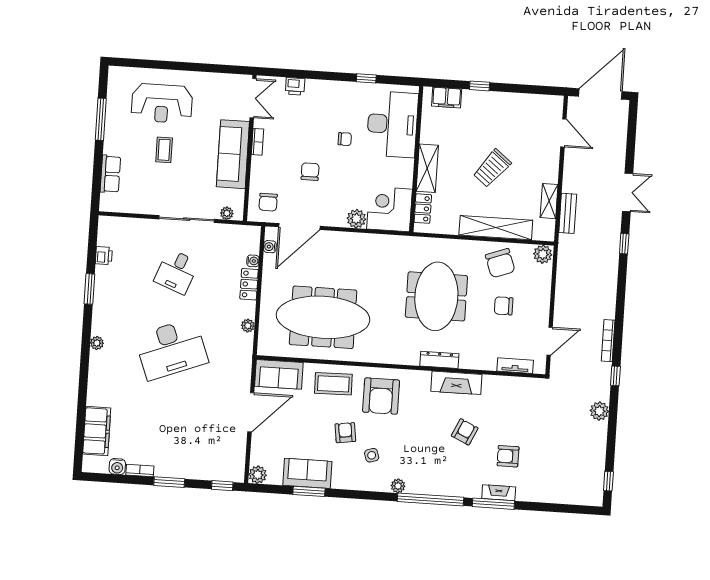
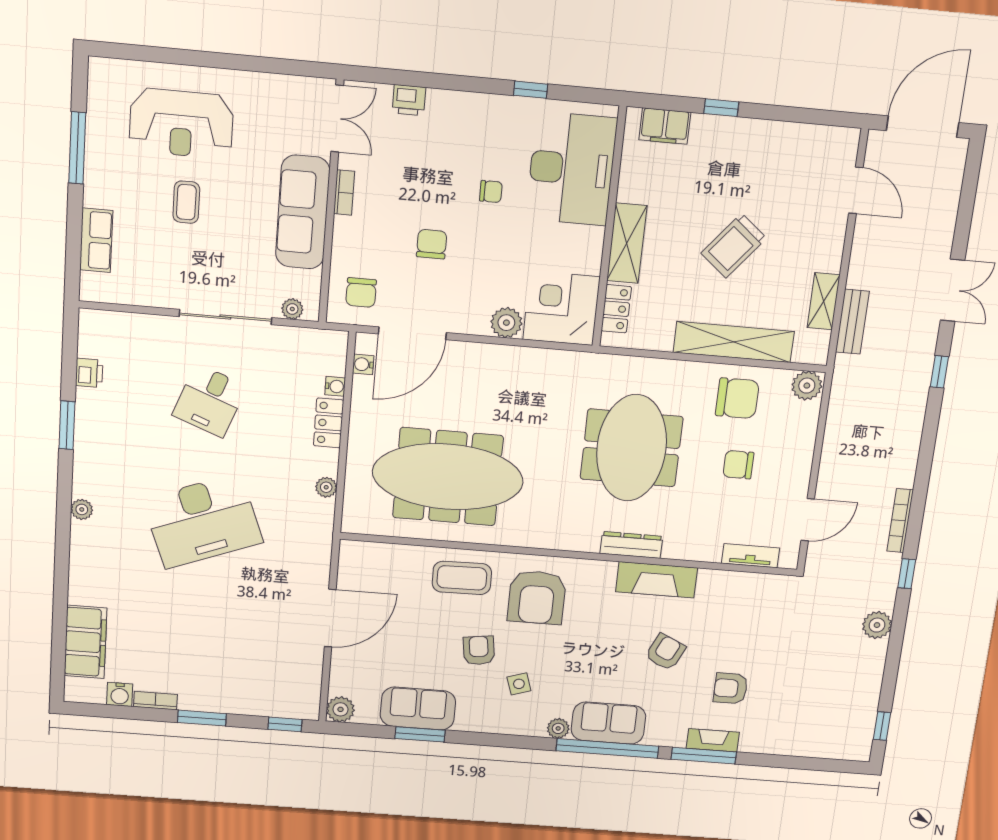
chair: (500, 263) -> (737, 398), turned -70
sofa: (279, 374) -> (608, 723), moved, turned 180

